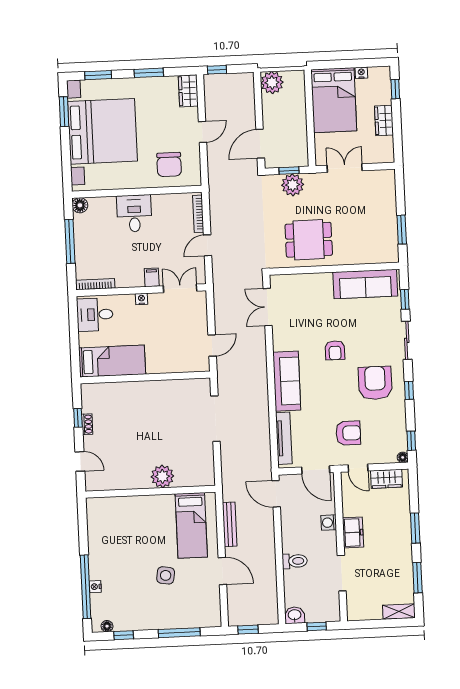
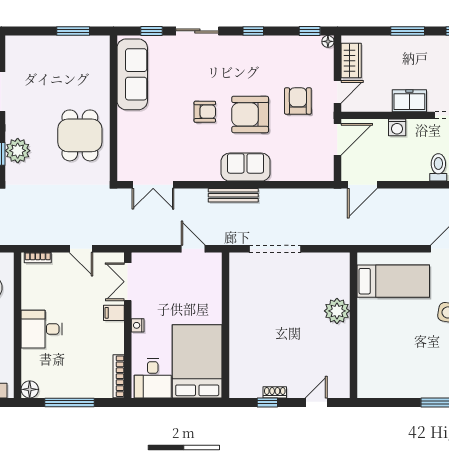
bookcase: (198, 214) -> (38, 258), width x0.64
bed: (112, 361) -> (197, 361), width x1.50
sofa: (287, 381) -> (246, 167), width x0.73
armchair: (375, 383) -> (250, 114), moved
tv unit: (284, 438) -> (300, 173), removed
bench: (230, 524) -> (233, 195), moved

